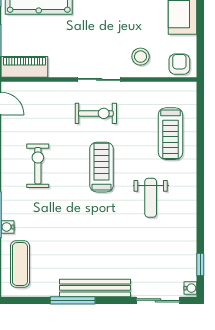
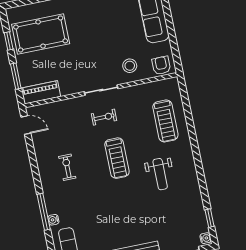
exercise bike: (96, 113) -> (104, 117), width x0.73, depth x0.72
exercise bike: (38, 166) -> (67, 167), width x0.73, depth x0.72
treadmill: (102, 167) -> (117, 158), turned 180

